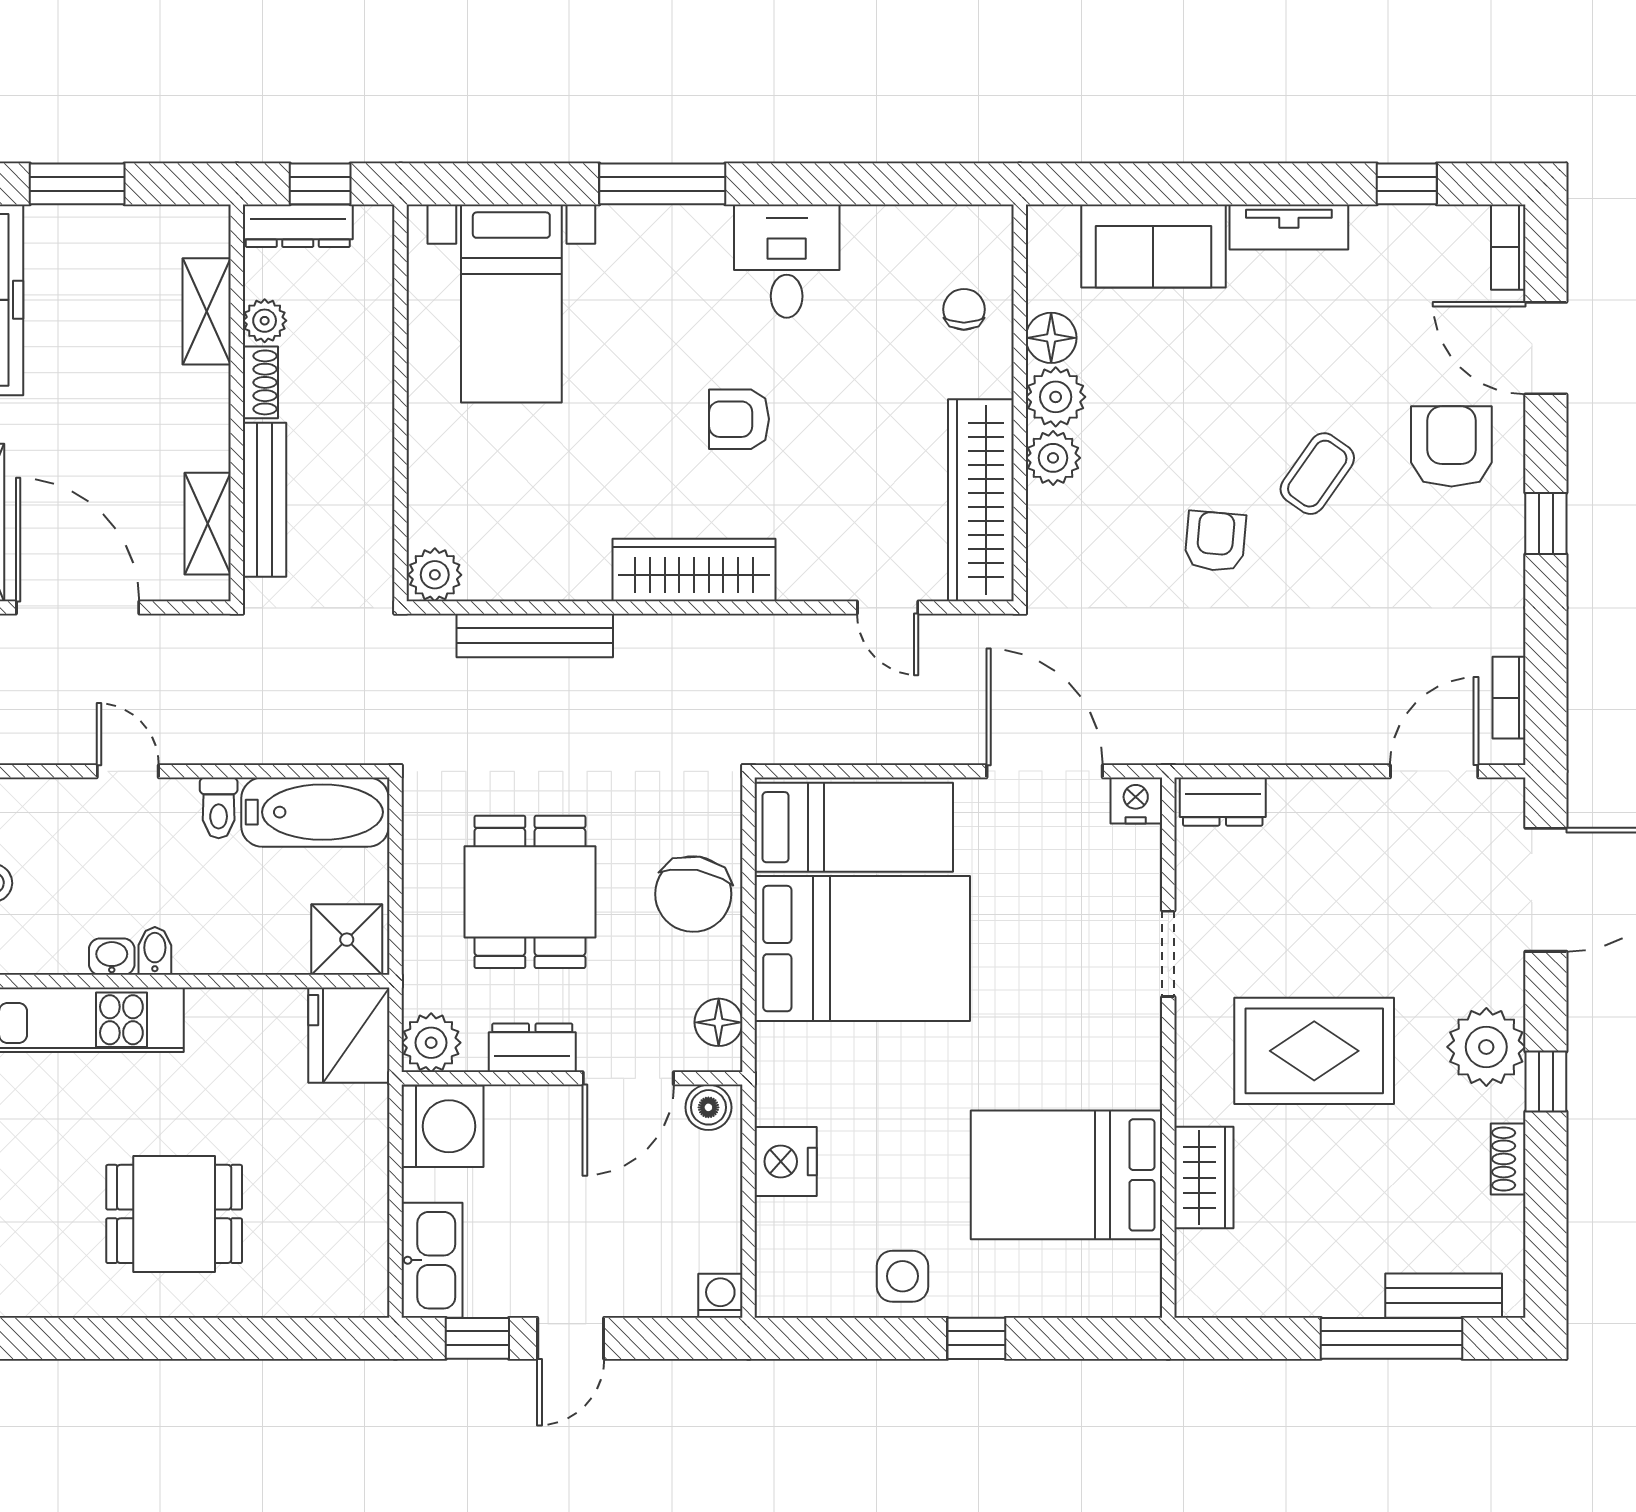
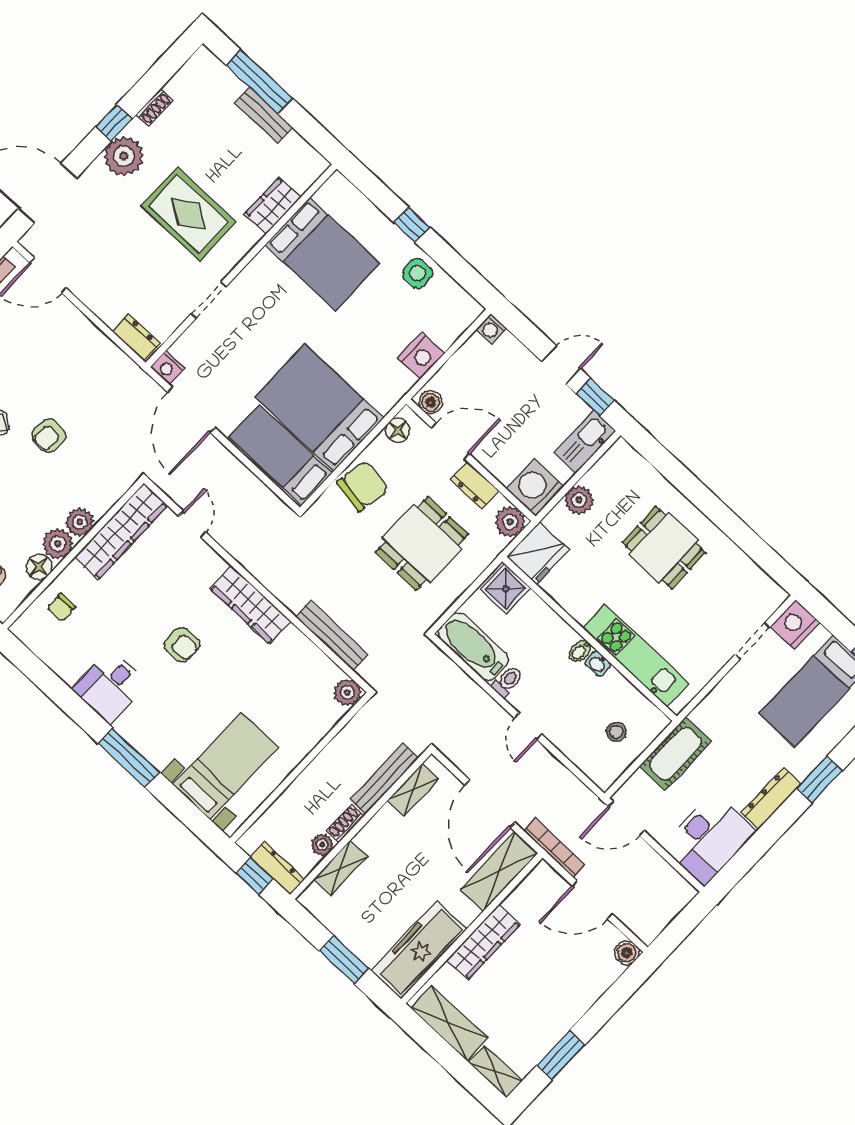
plant: (361, 1167) -> (579, 500), added
bench: (1444, 1296) -> (263, 115), moved

